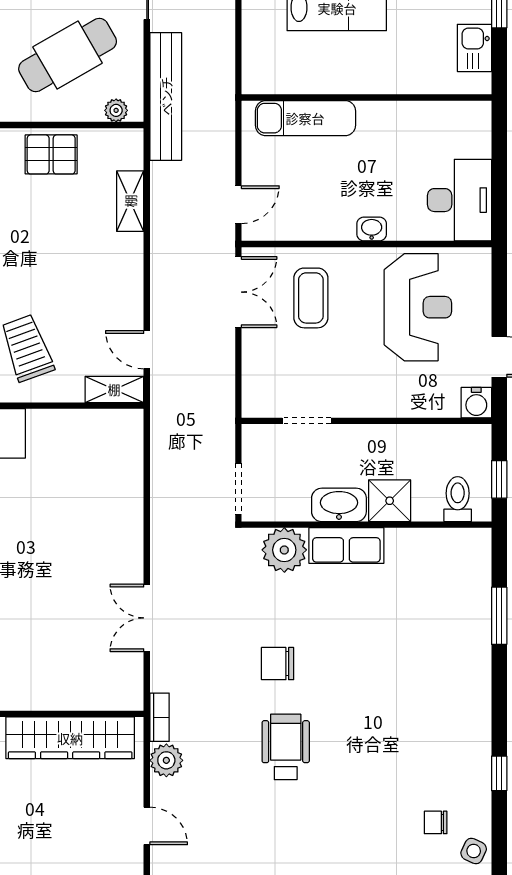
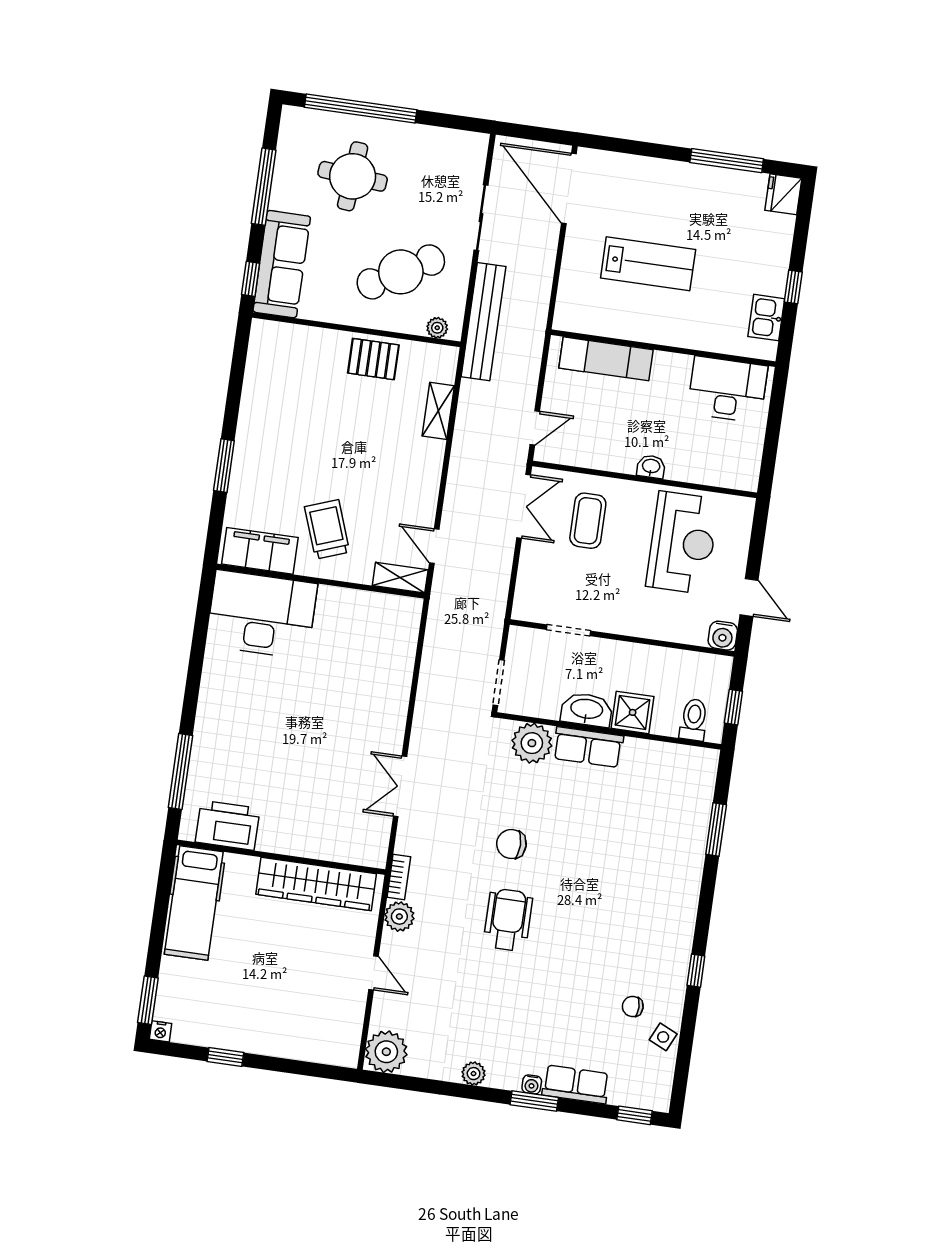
desk: (460, 200) -> (727, 389), moved, turned -90

